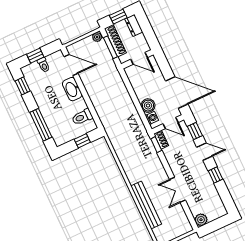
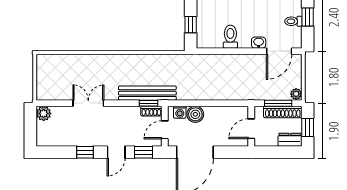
washbasin: (72, 89) -> (259, 43), width x0.52, depth x0.69
toilet: (82, 117) -> (230, 37), moved
bench: (146, 205) -> (147, 93), moved

